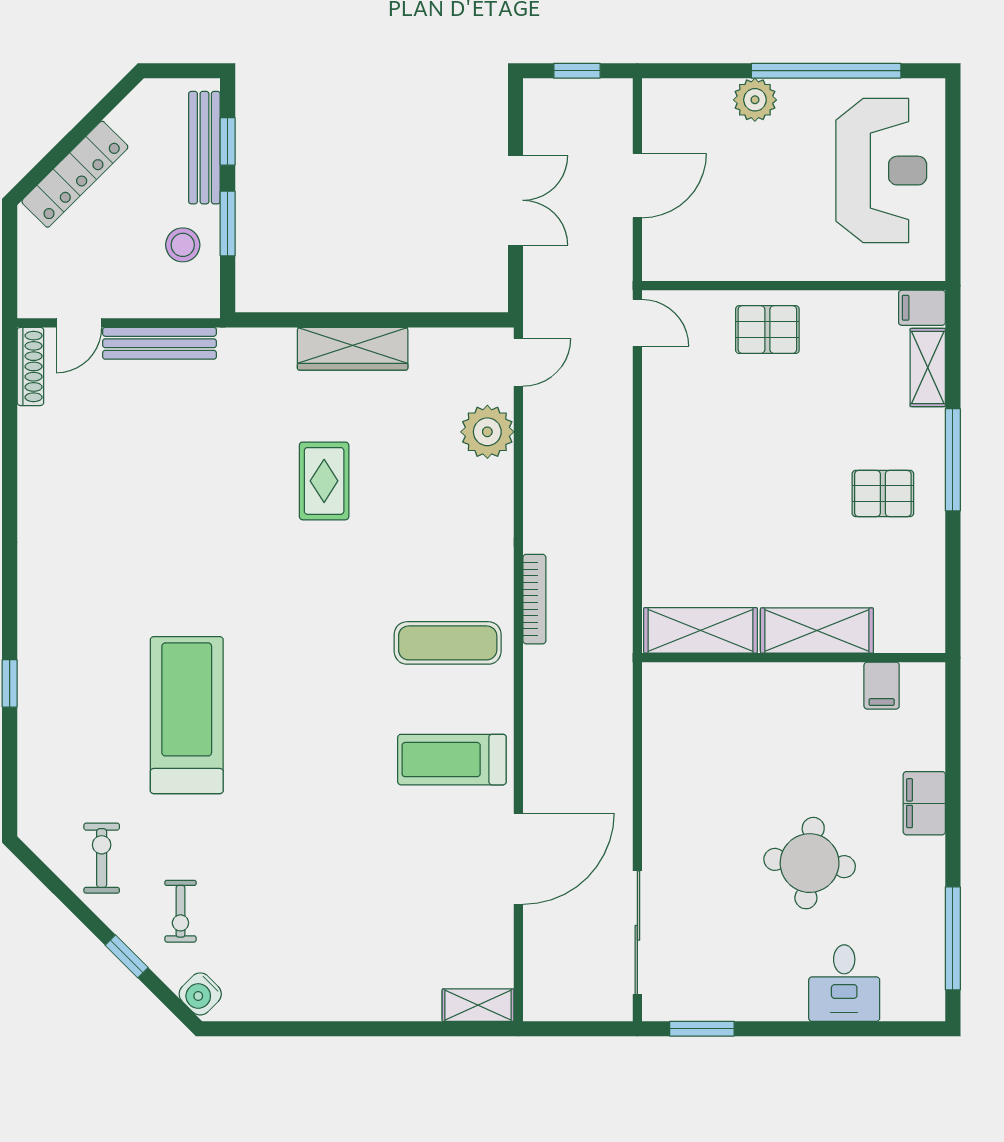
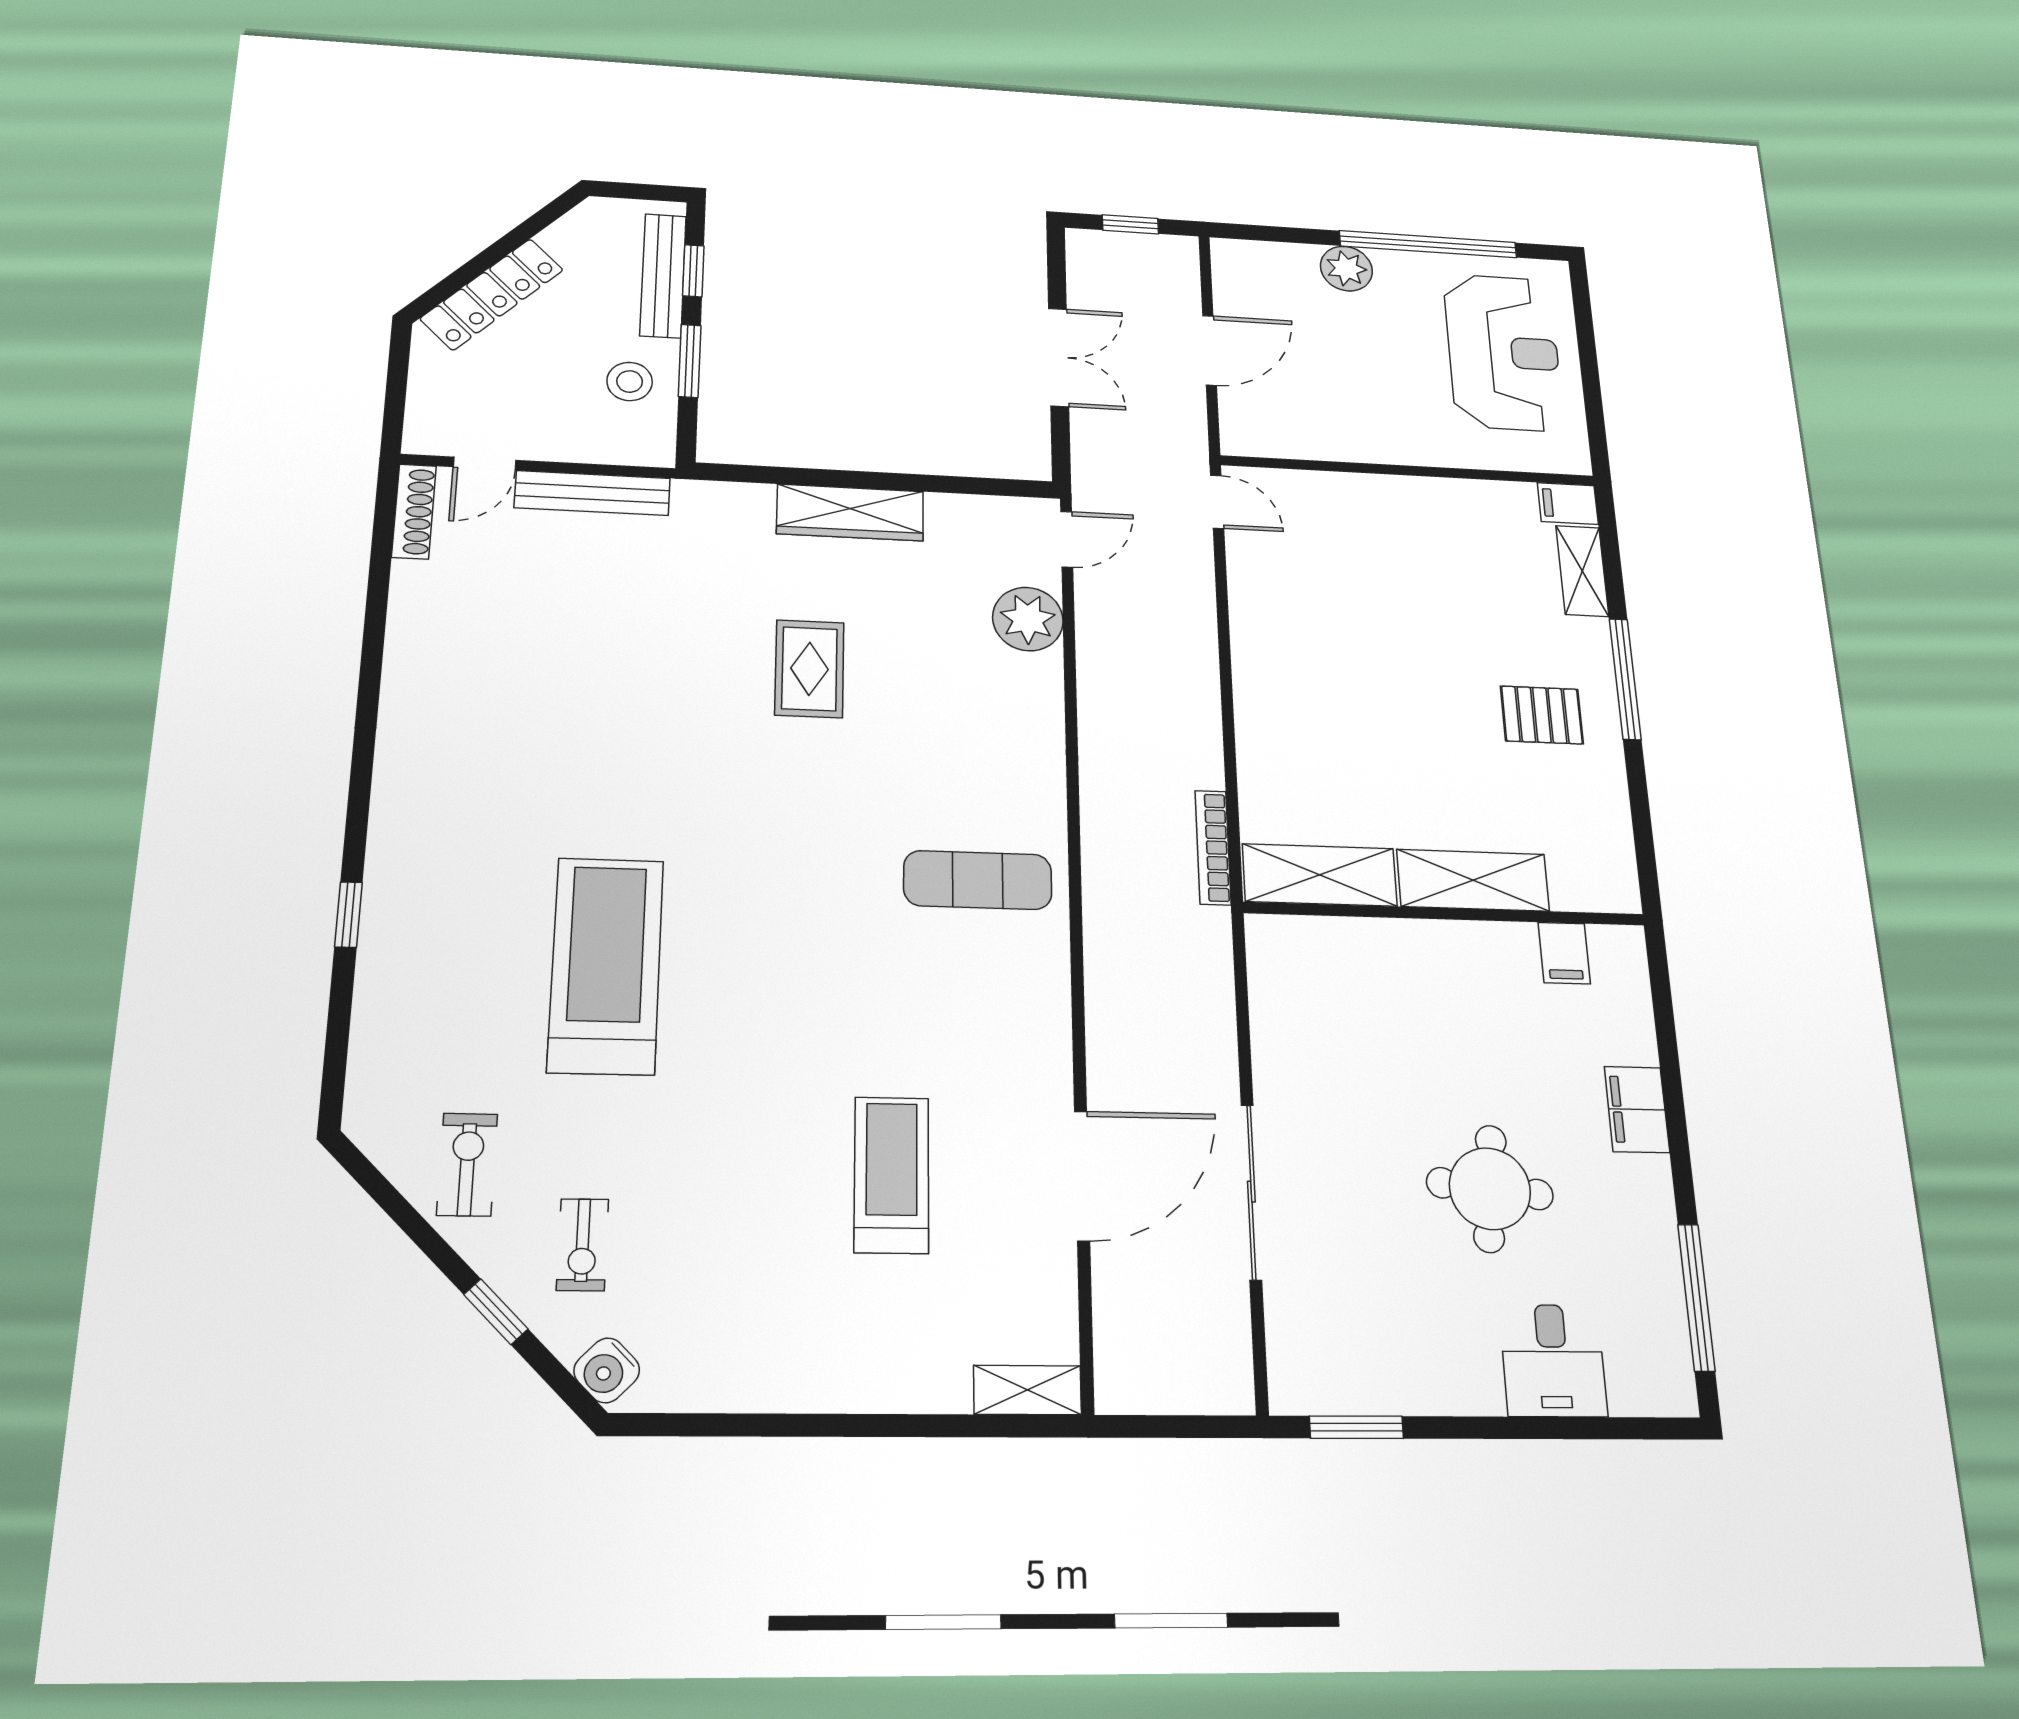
pallet: (767, 330) -> (1380, 518), removed
bookcase: (534, 599) -> (1213, 847), moved, turned 180
treadmill: (452, 760) -> (892, 1175), moved, turned 90
sliding door: (637, 933) -> (1251, 1192), moved

